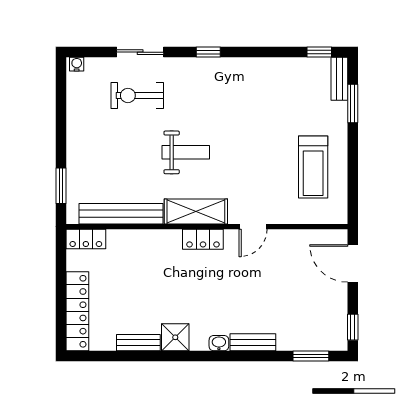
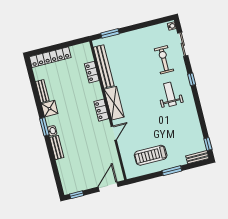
sliding door: (140, 52) -> (183, 44), moved
window: (208, 52) -> (192, 79), moved
window: (353, 104) -> (172, 171), moved
weight bench: (186, 152) -> (170, 94), moved, turned 180
door: (253, 227) -> (114, 133), swing flipped
locker: (86, 239) -> (92, 72), moved
window: (311, 356) -> (44, 127), moved

